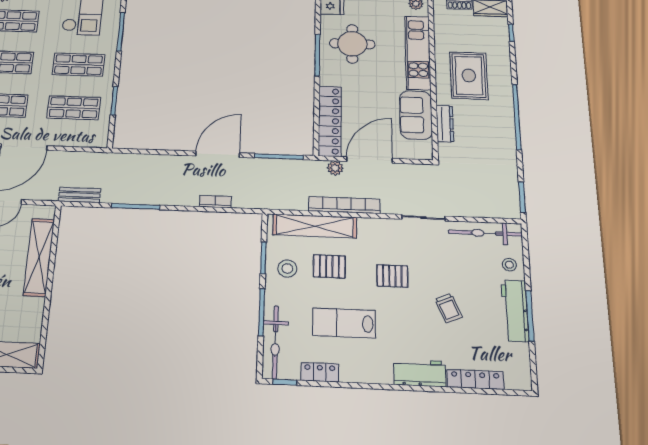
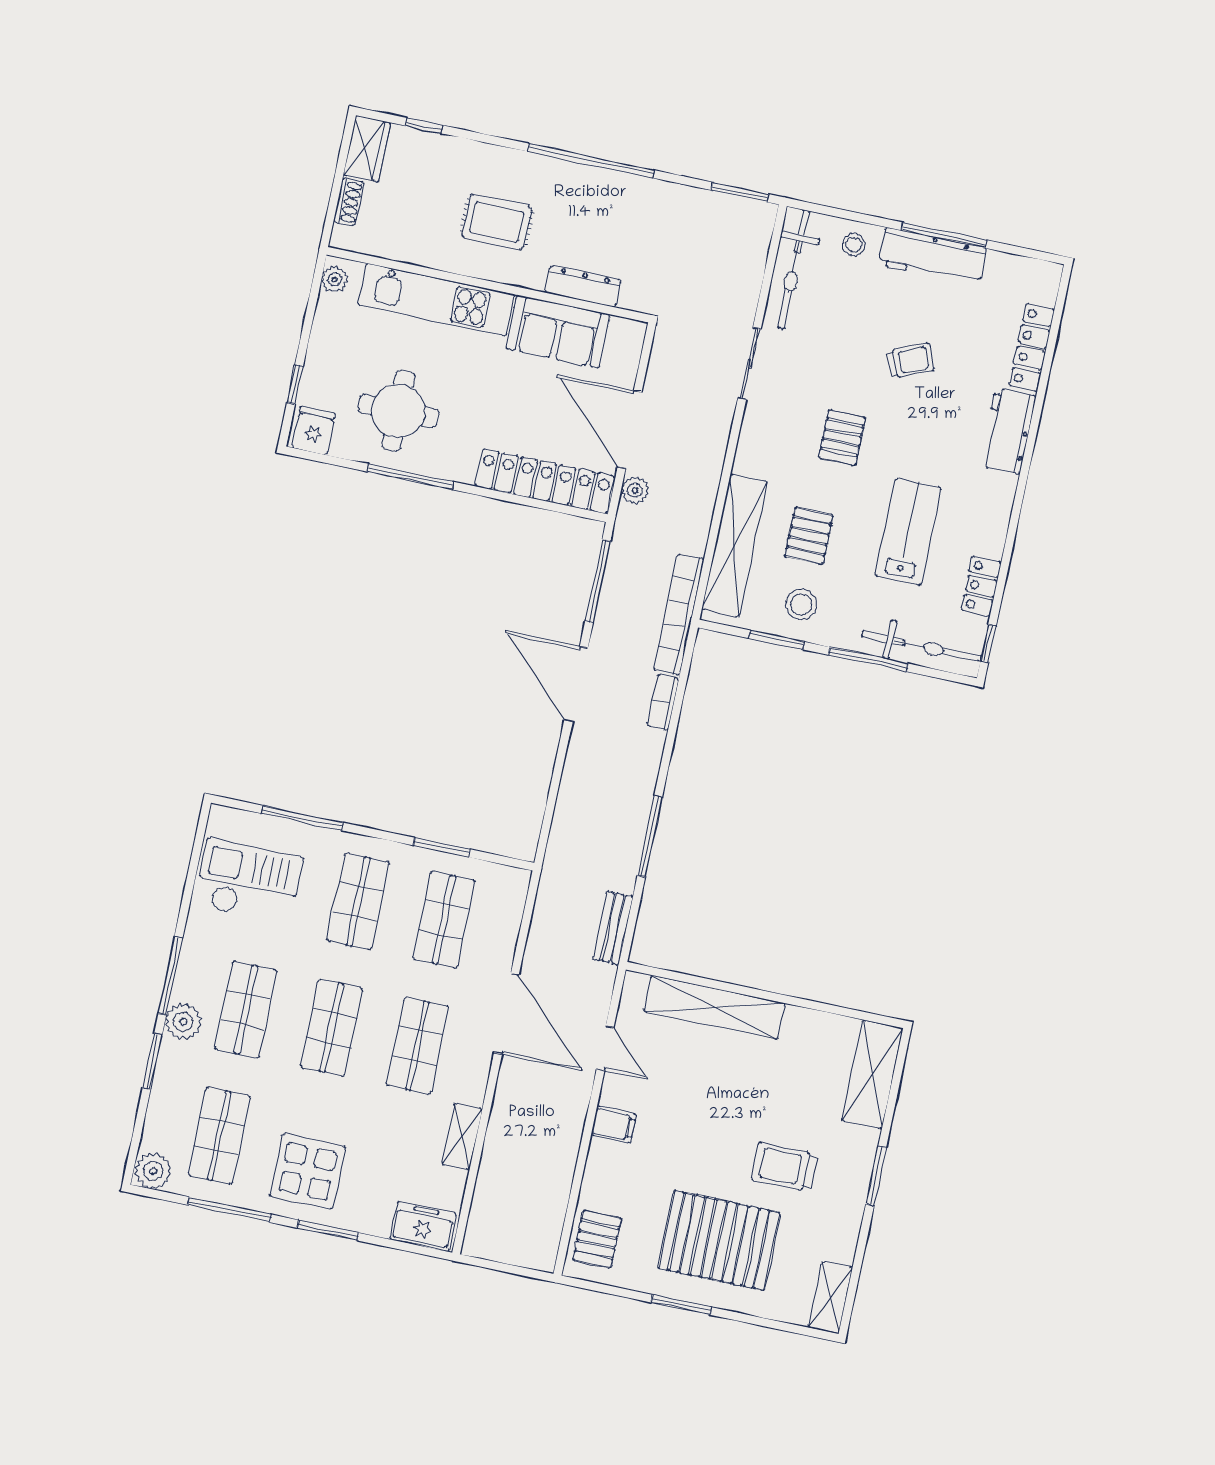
rug: (469, 76) -> (497, 222), width x0.73, depth x0.70
bookcase: (344, 205) -> (679, 614), moved
lab bench: (344, 323) -> (908, 532), turned 180

